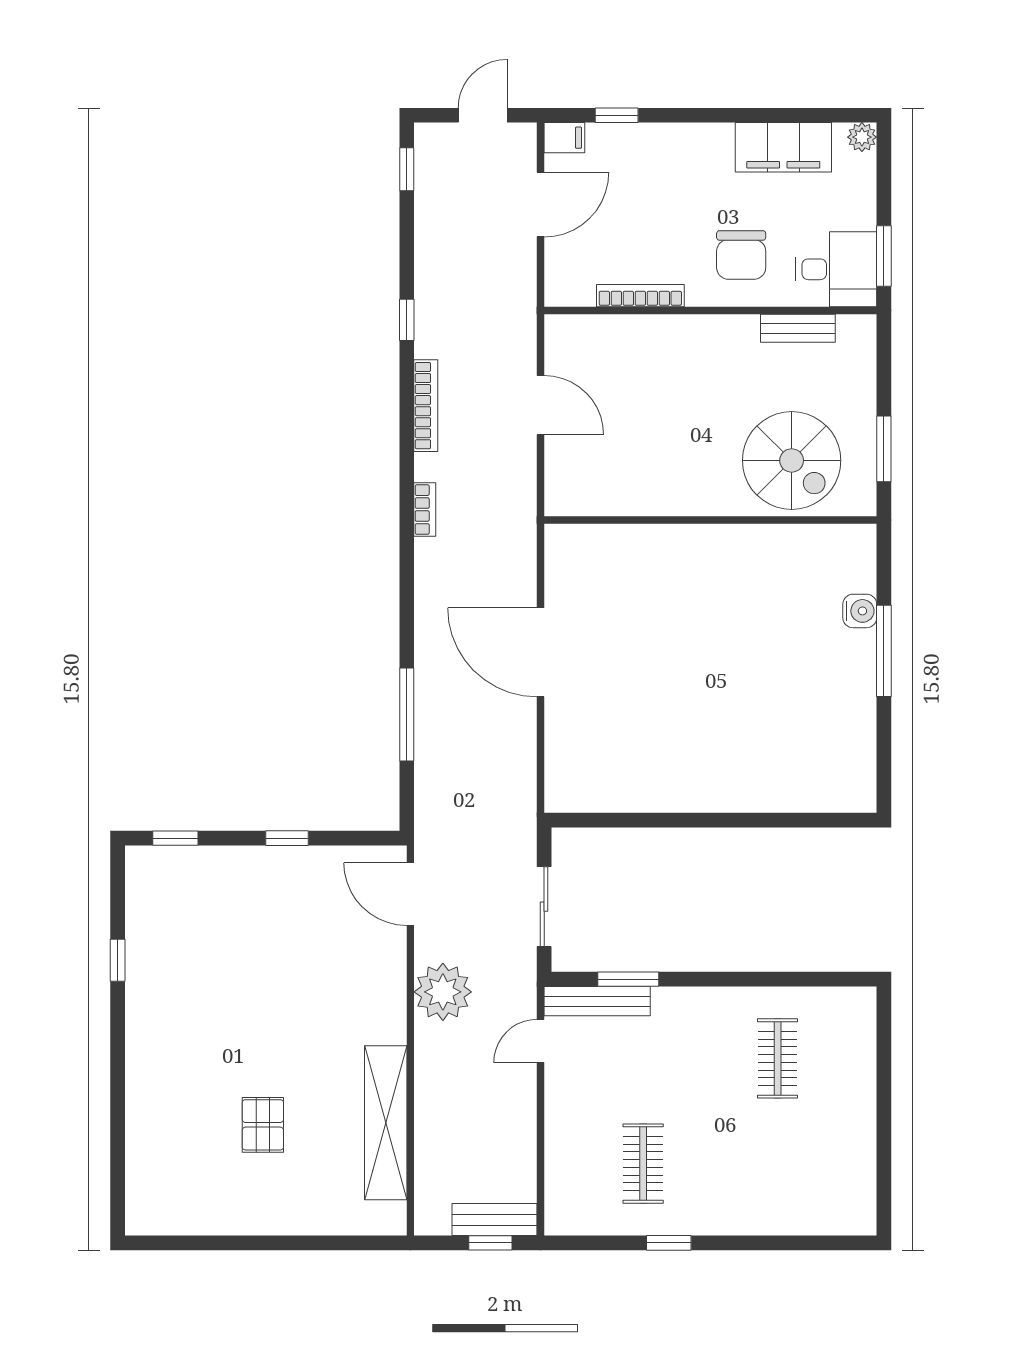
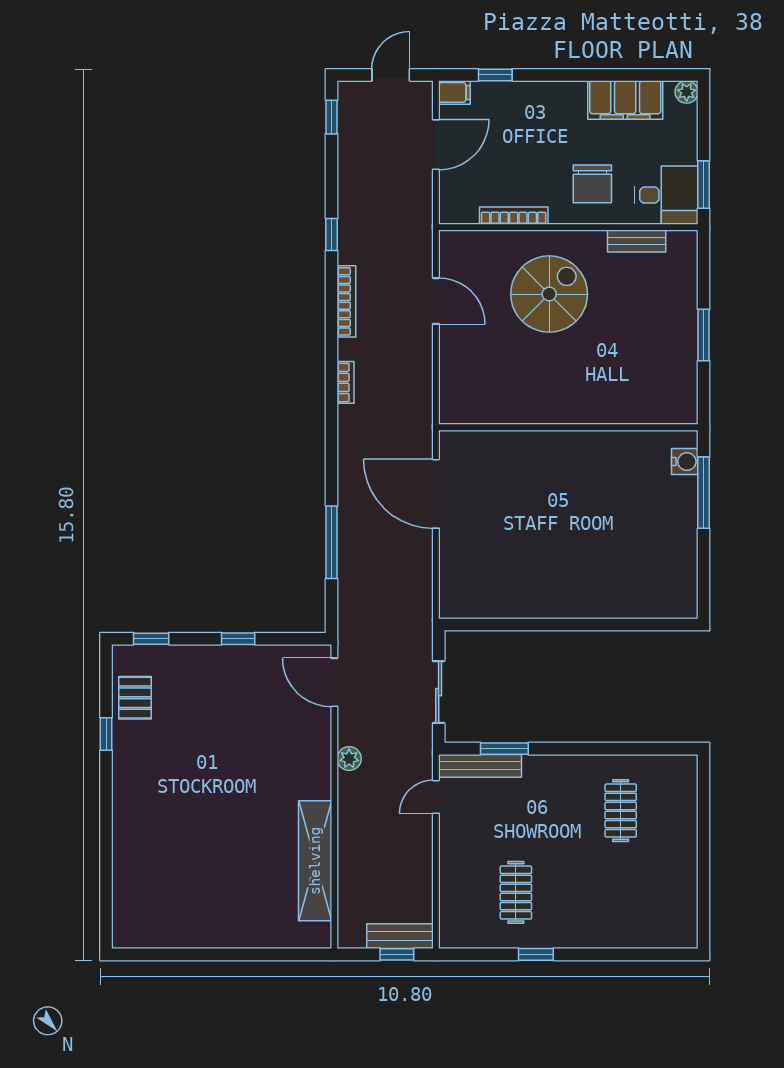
spiral stairs: (792, 460) -> (549, 294), moved, turned -90
wall: (710, 520) -> (568, 427), moved
plant: (443, 992) -> (349, 759), width x0.53, depth x0.53
pallet: (263, 1125) -> (135, 698), moved

